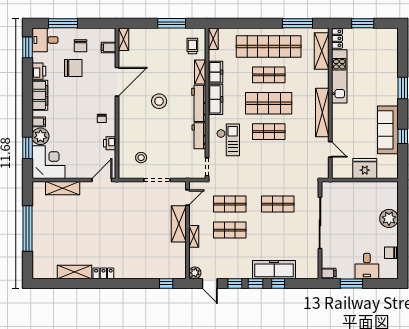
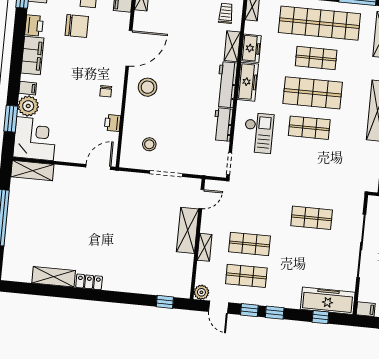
stool: (159, 101) -> (148, 87), moved
shelving: (63, 188) -> (32, 171), moved
shop shelf: (230, 204) -> (246, 276), moved
freezer: (274, 270) -> (328, 301), moved
window: (278, 283) -> (320, 317), moved

